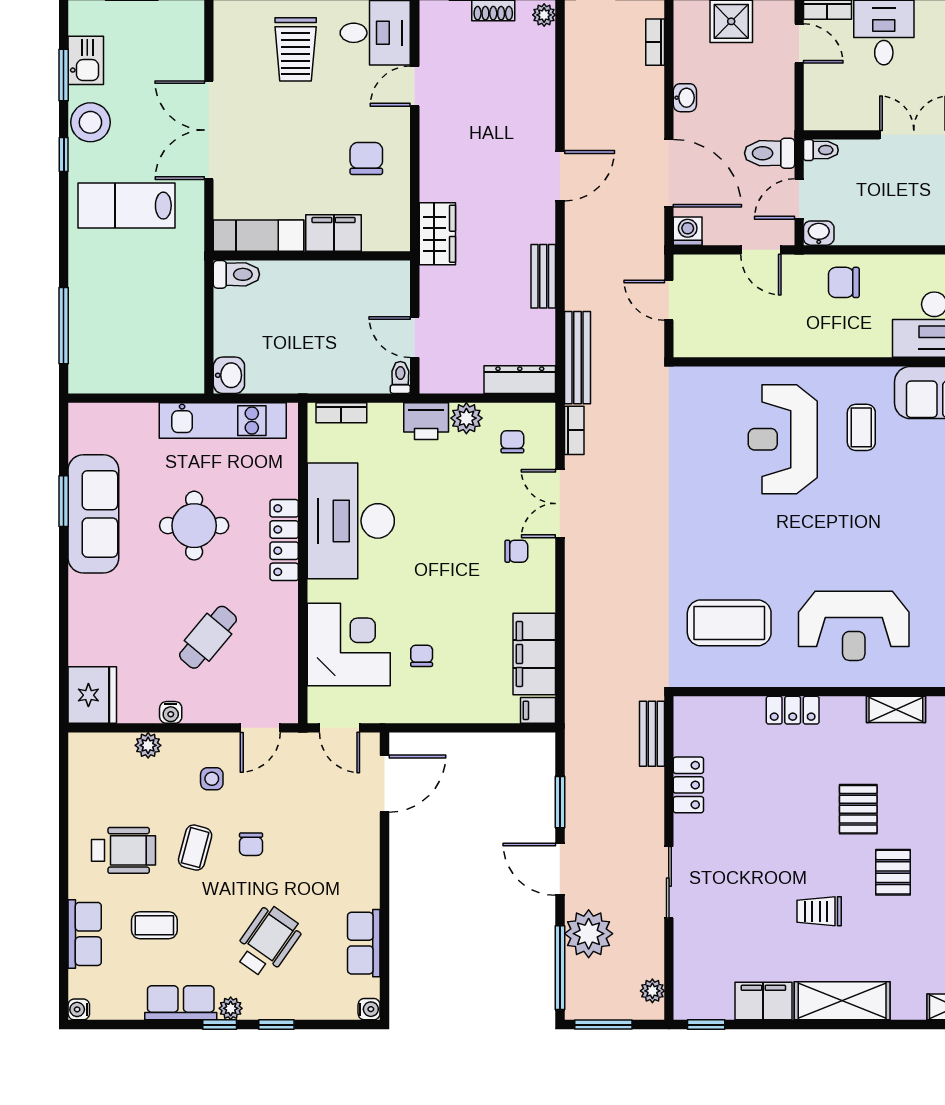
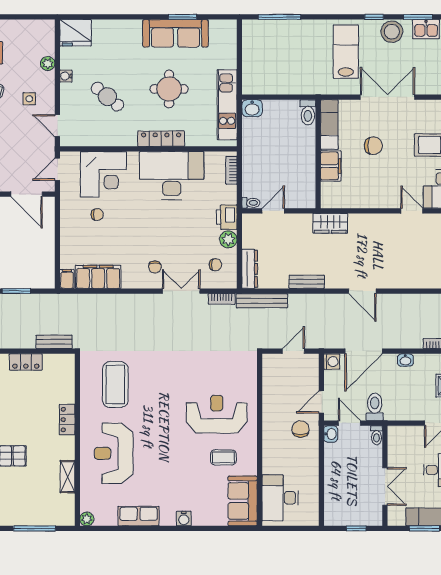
chair: (366, 158) -> (373, 146), moved
chair: (844, 282) -> (301, 429), moved

